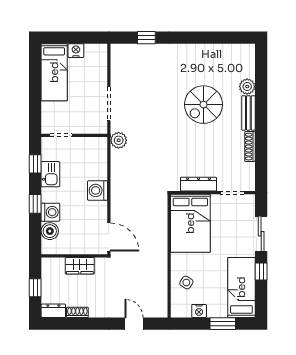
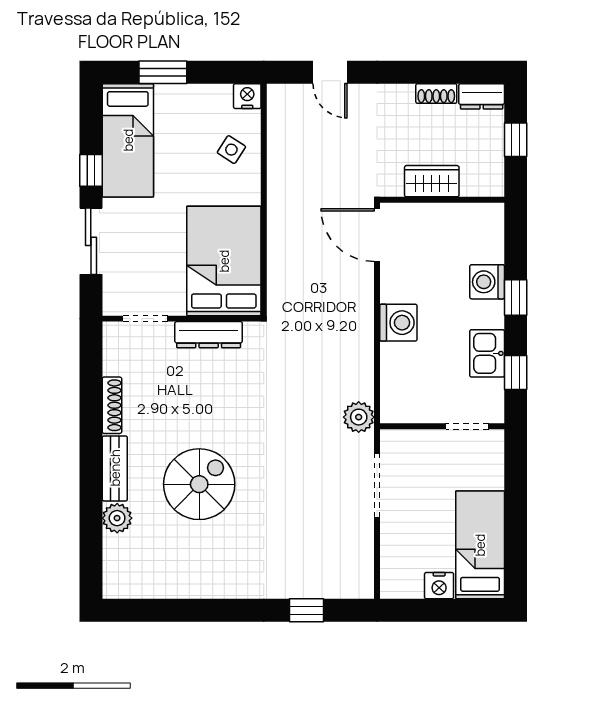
boiler: (50, 231) -> (488, 246), removed
nightstand: (199, 311) -> (247, 96), moved

